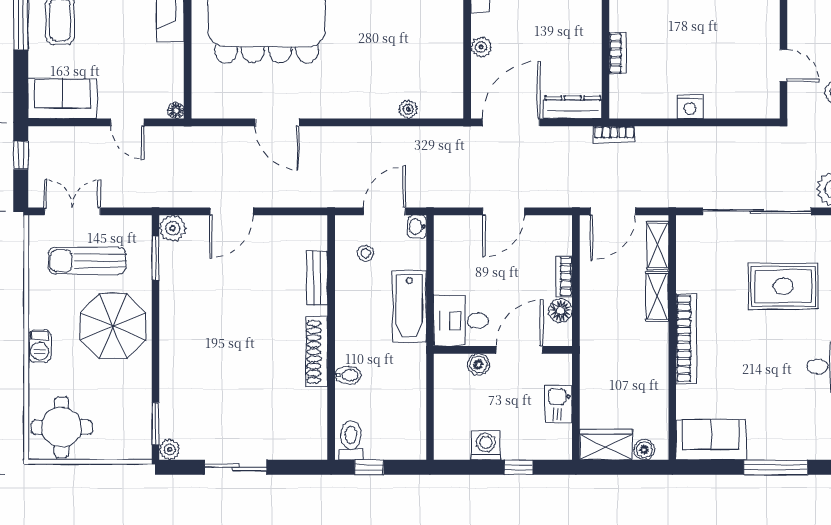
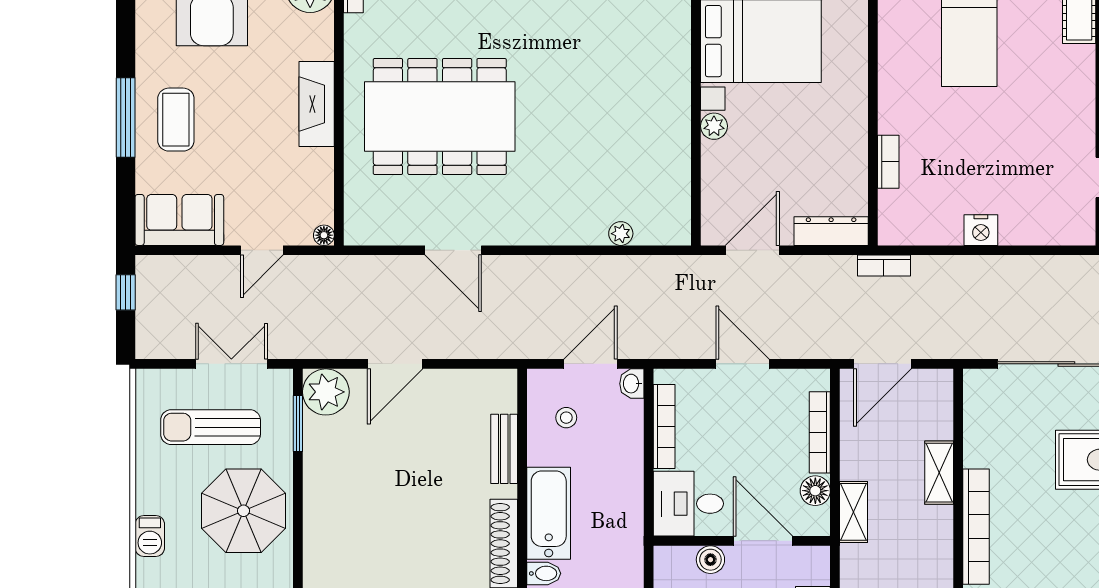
plant: (481, 47) -> (714, 126), moved
door: (127, 122) -> (262, 250), hinge flipped
door: (511, 122) -> (752, 250), width x0.73
double door: (72, 211) -> (231, 364), moved
door: (504, 211) -> (743, 364), swing flipped
plant: (173, 228) -> (326, 392), width x1.36, depth x1.36
shelving: (658, 245) -> (854, 512), moved
bookcase: (442, 260) -> (664, 427), added
bookcase: (564, 276) -> (820, 432), width x1.56
bathtub: (409, 307) -> (549, 513), moved, turned 180
door: (519, 350) -> (763, 541), hinge flipped

